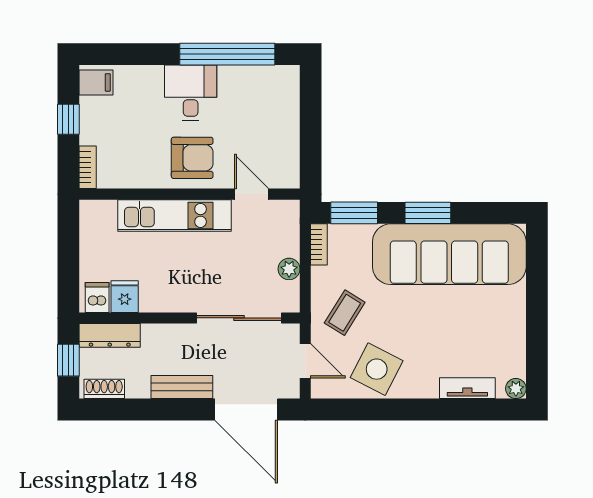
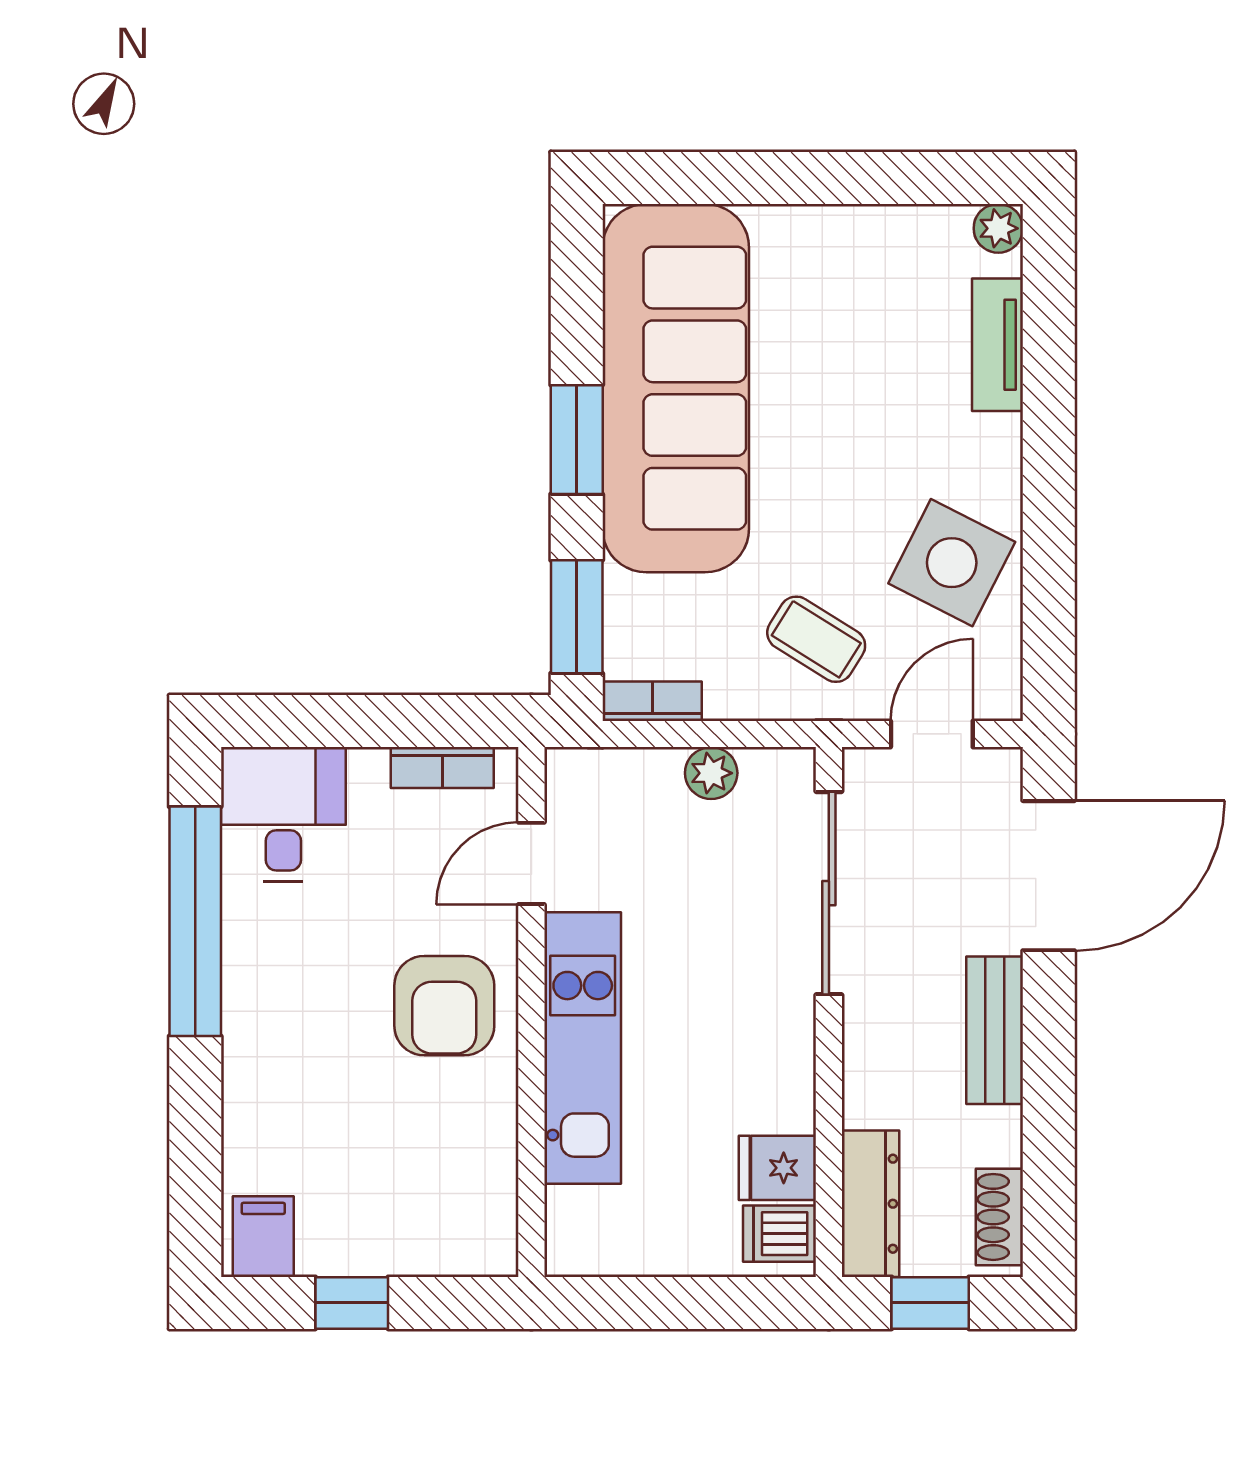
desk: (191, 93) -> (283, 814), moved, turned 90
armchair: (192, 158) -> (444, 1006), turned 180
bookcase: (88, 167) -> (442, 767), moved, turned 180

